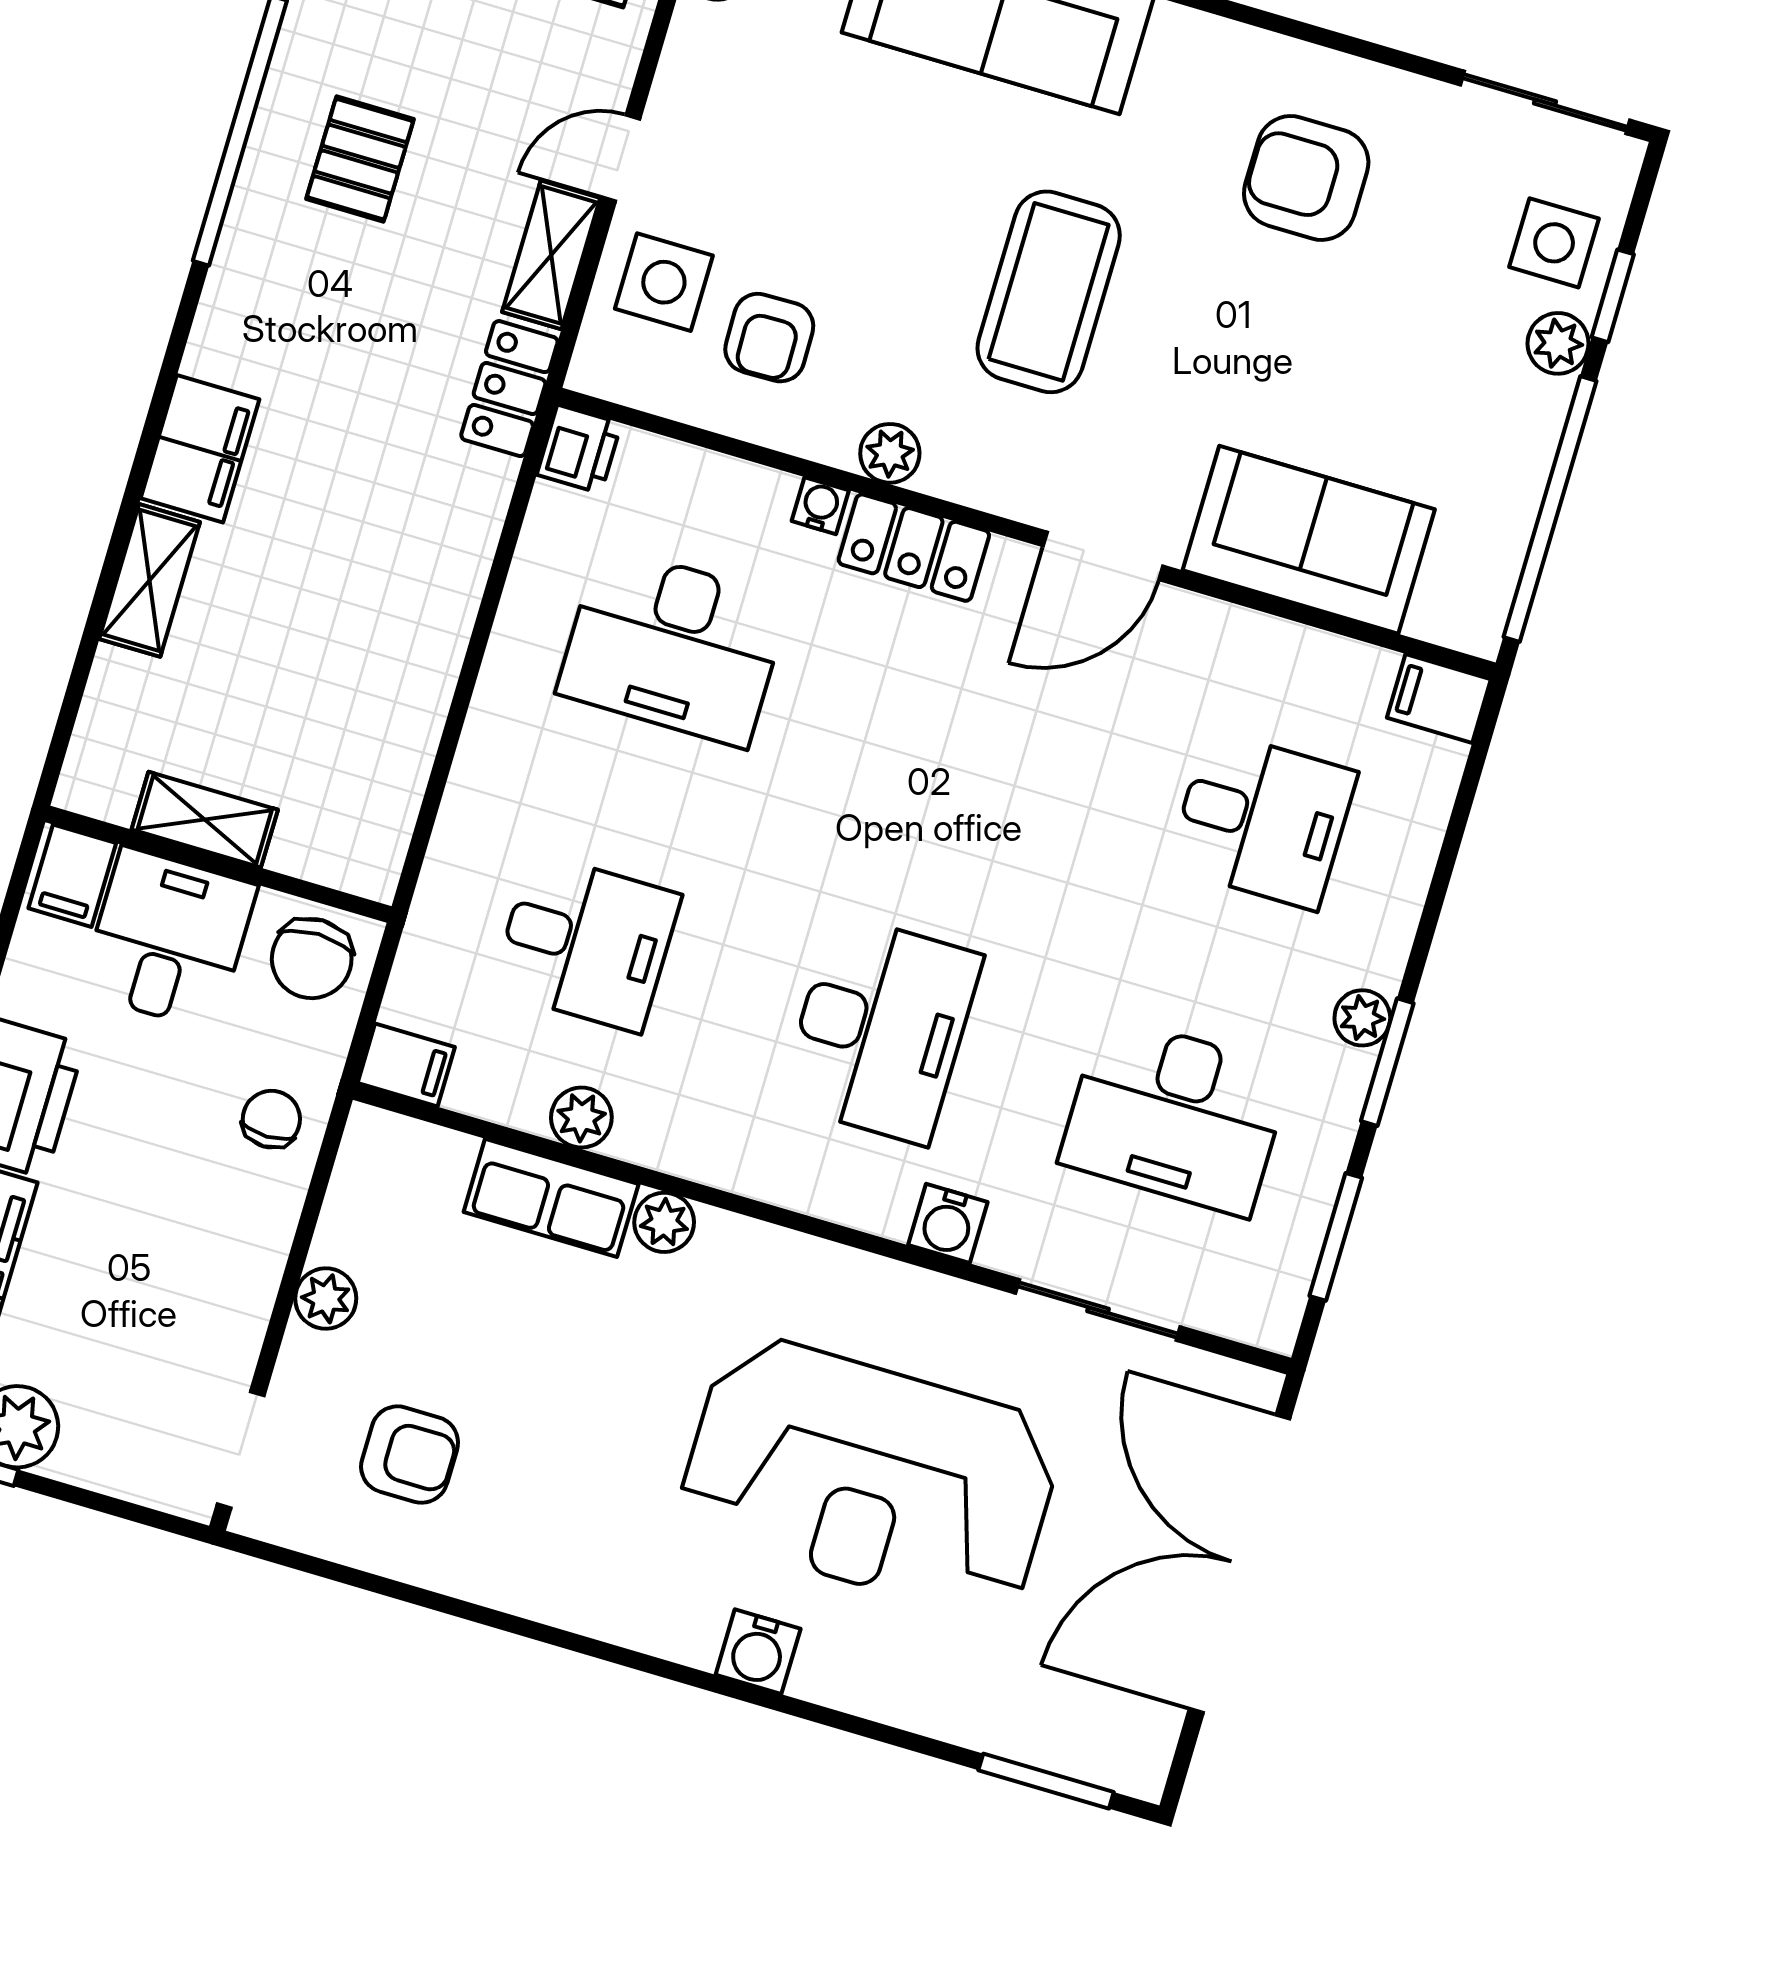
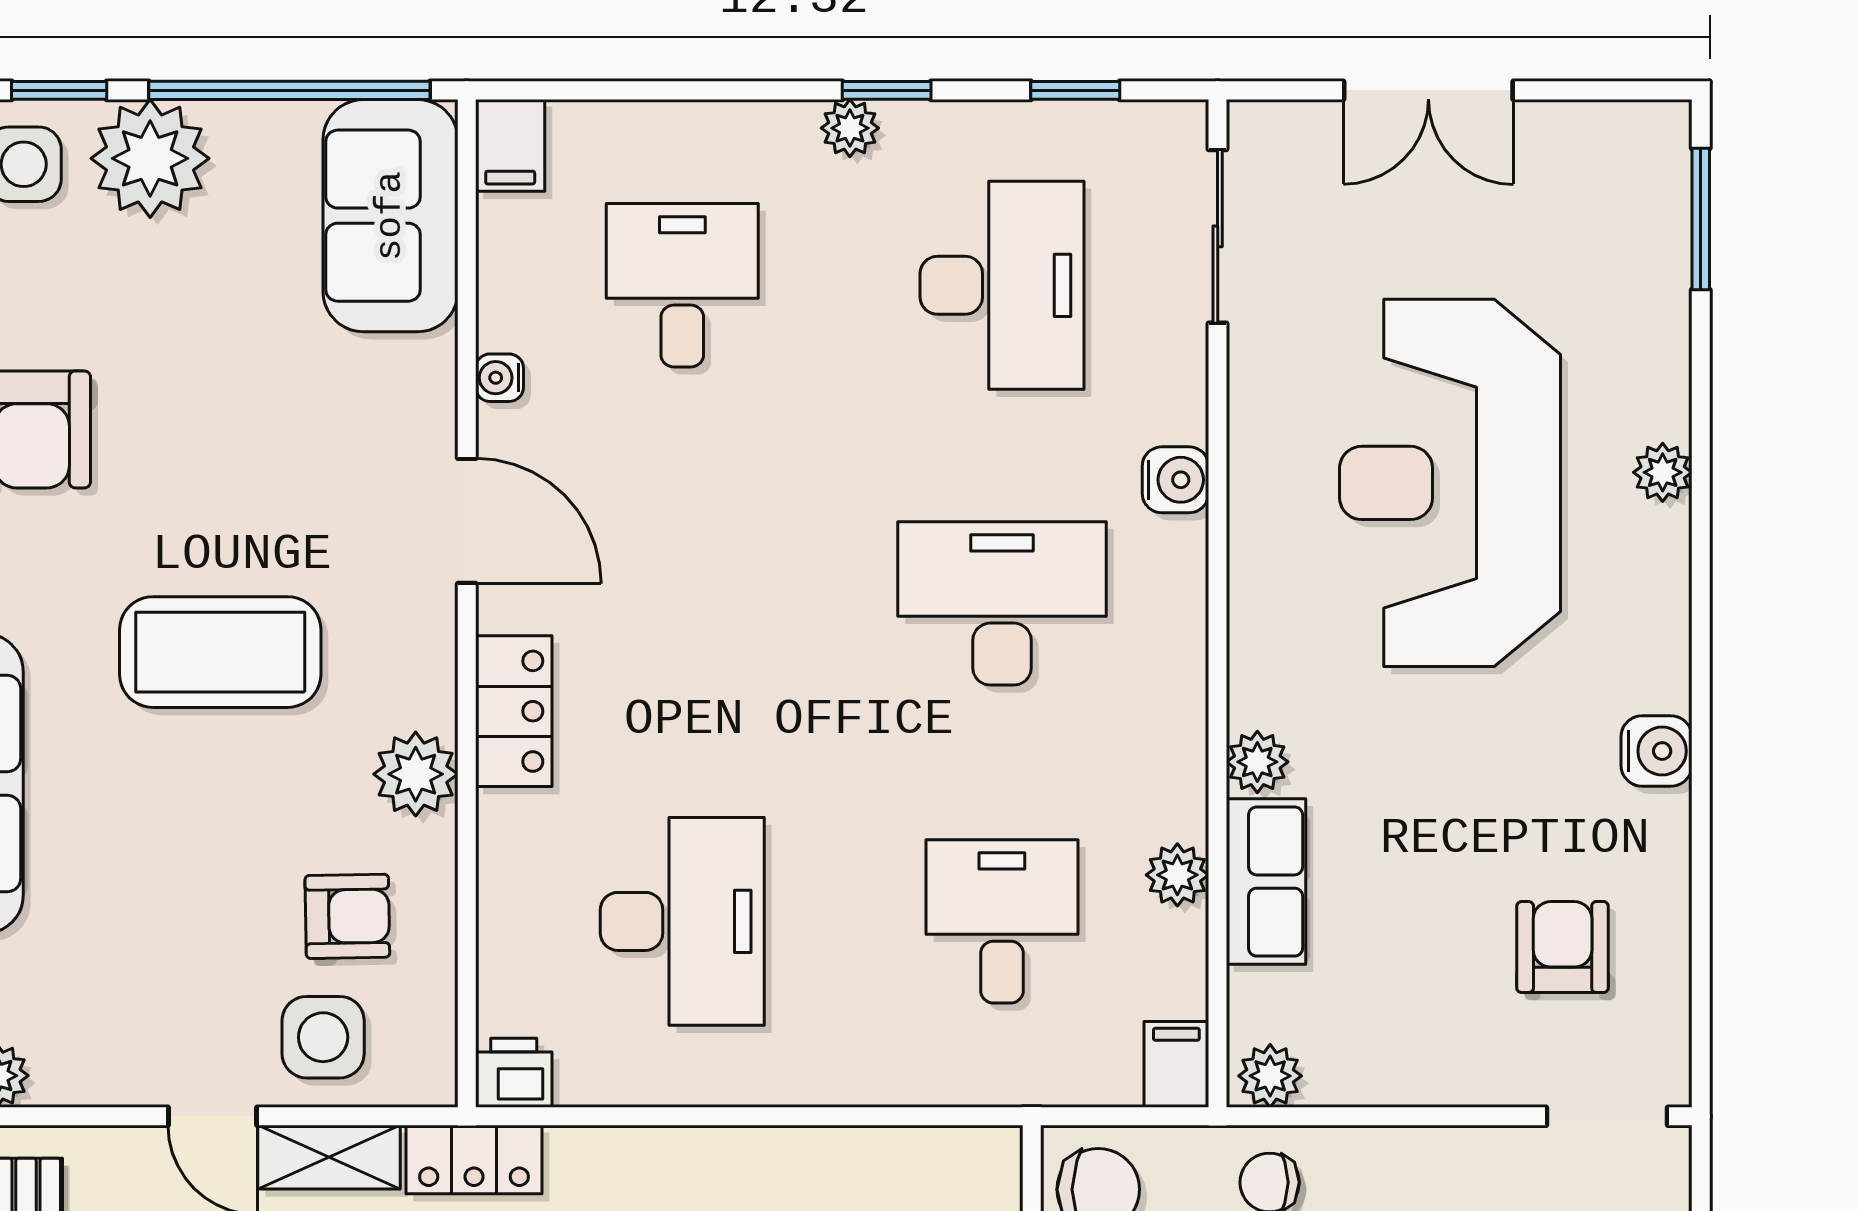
plant: (1558, 343) -> (150, 158), width x1.87, depth x1.87
plant: (890, 453) -> (416, 774), width x1.38, depth x1.38
water cooler: (820, 506) -> (499, 378), moved
sofa: (1309, 540) -> (390, 216), moved
window: (1387, 1062) -> (887, 90), width x0.67
window: (1336, 1237) -> (1075, 90), width x0.67
plant: (326, 1299) -> (1270, 1076), moved
sliding door: (1098, 1310) -> (1218, 236), moved
reception desk: (870, 1477) -> (1450, 483), turned 180
double door: (1240, 1564) -> (1428, 90), width x0.54
water cooler: (758, 1652) -> (1656, 751), moved
plant: (822, 1677) -> (1663, 472), added

